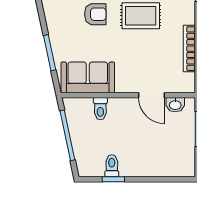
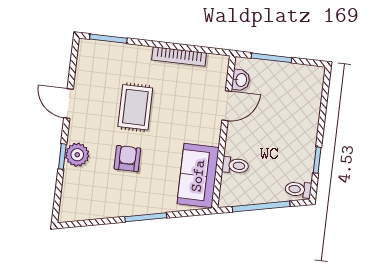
window: (50, 53) -> (146, 217), moved
toilet: (112, 166) -> (298, 189), moved

